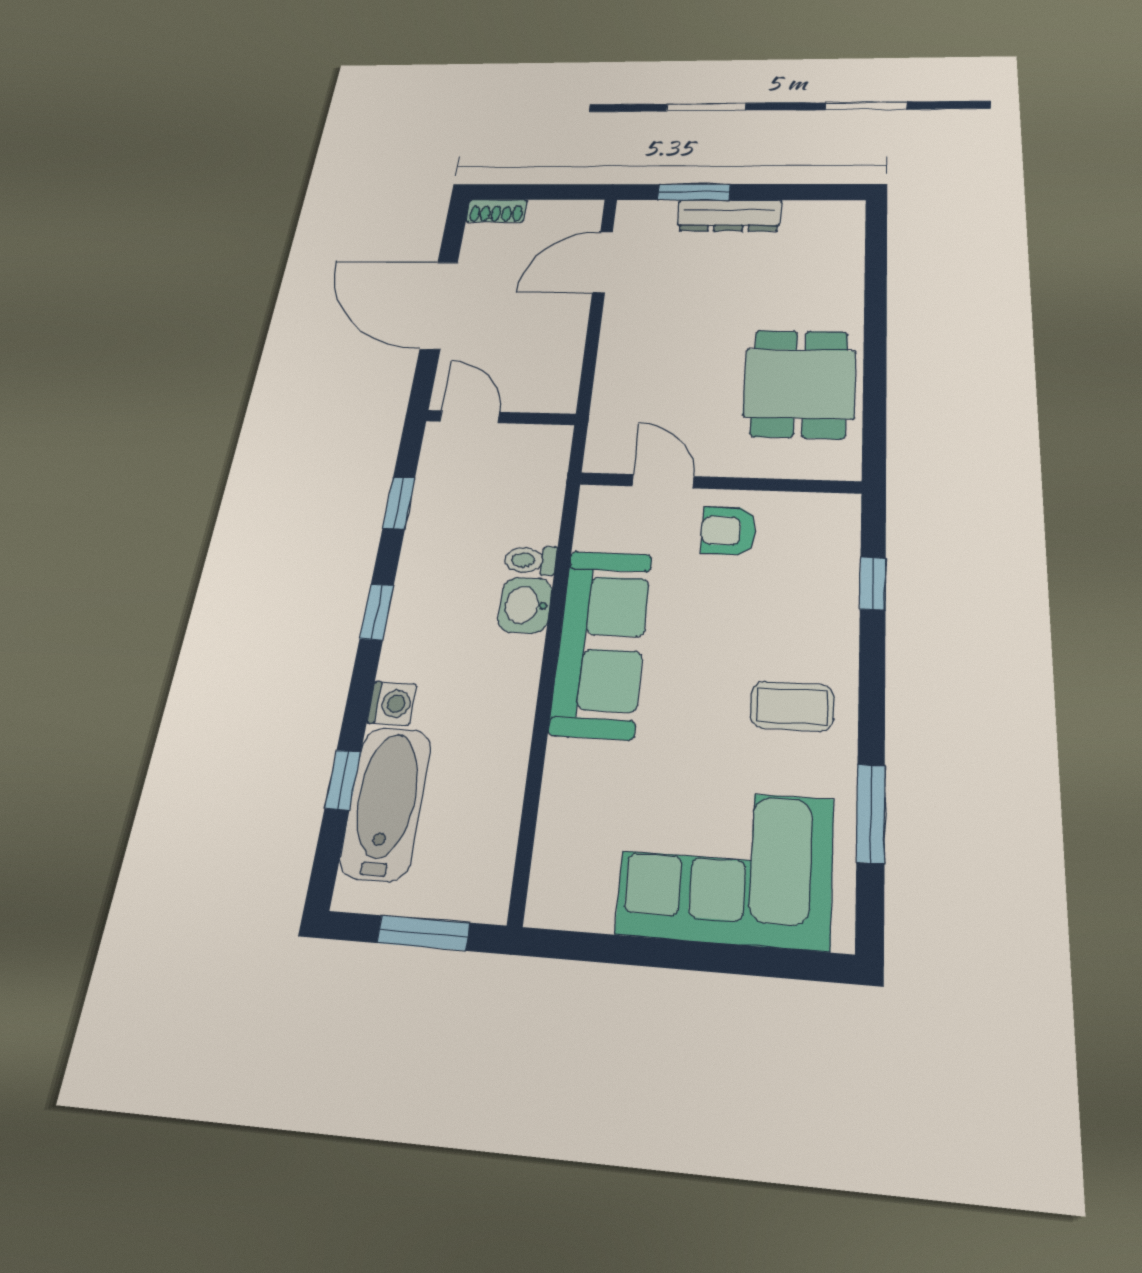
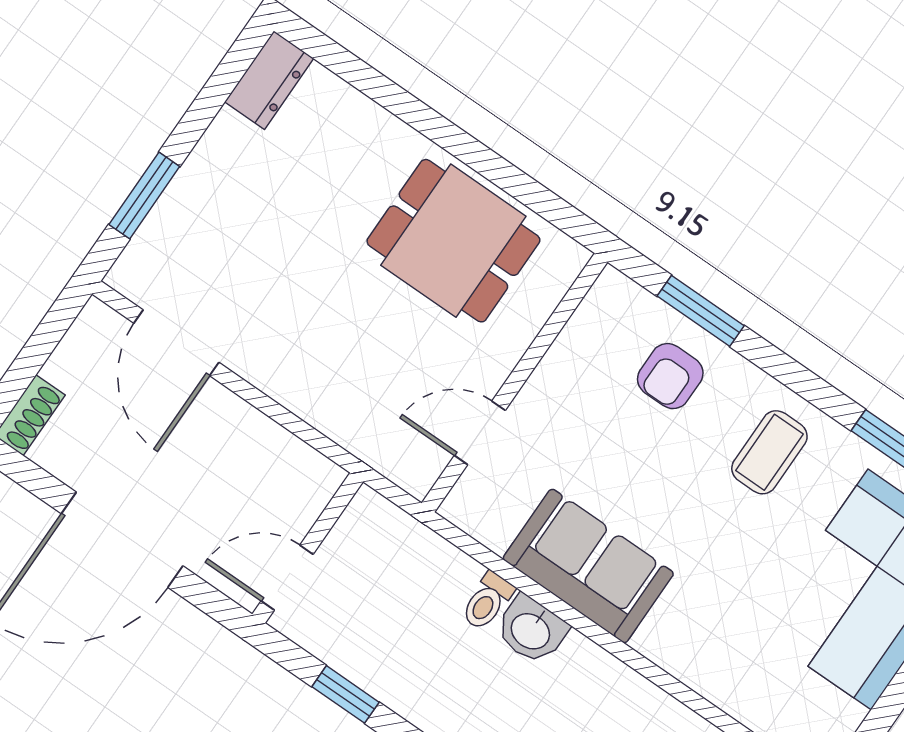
dresser: (729, 215) -> (269, 80), moved, width x0.70
armchair: (729, 531) -> (670, 376), moved
window: (873, 583) -> (701, 311), width x1.50
sofa: (601, 642) -> (588, 566), width x0.73

